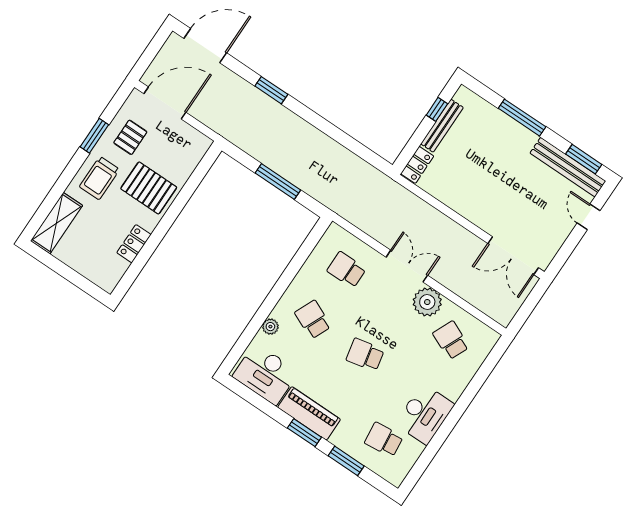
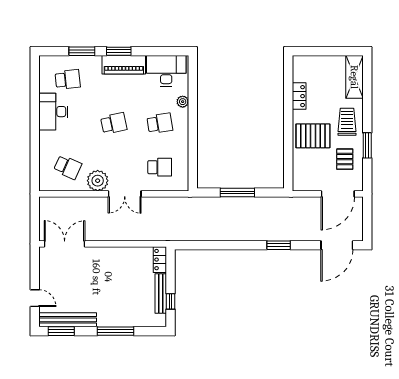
school desk: (313, 320) -> (160, 123), turned -33

